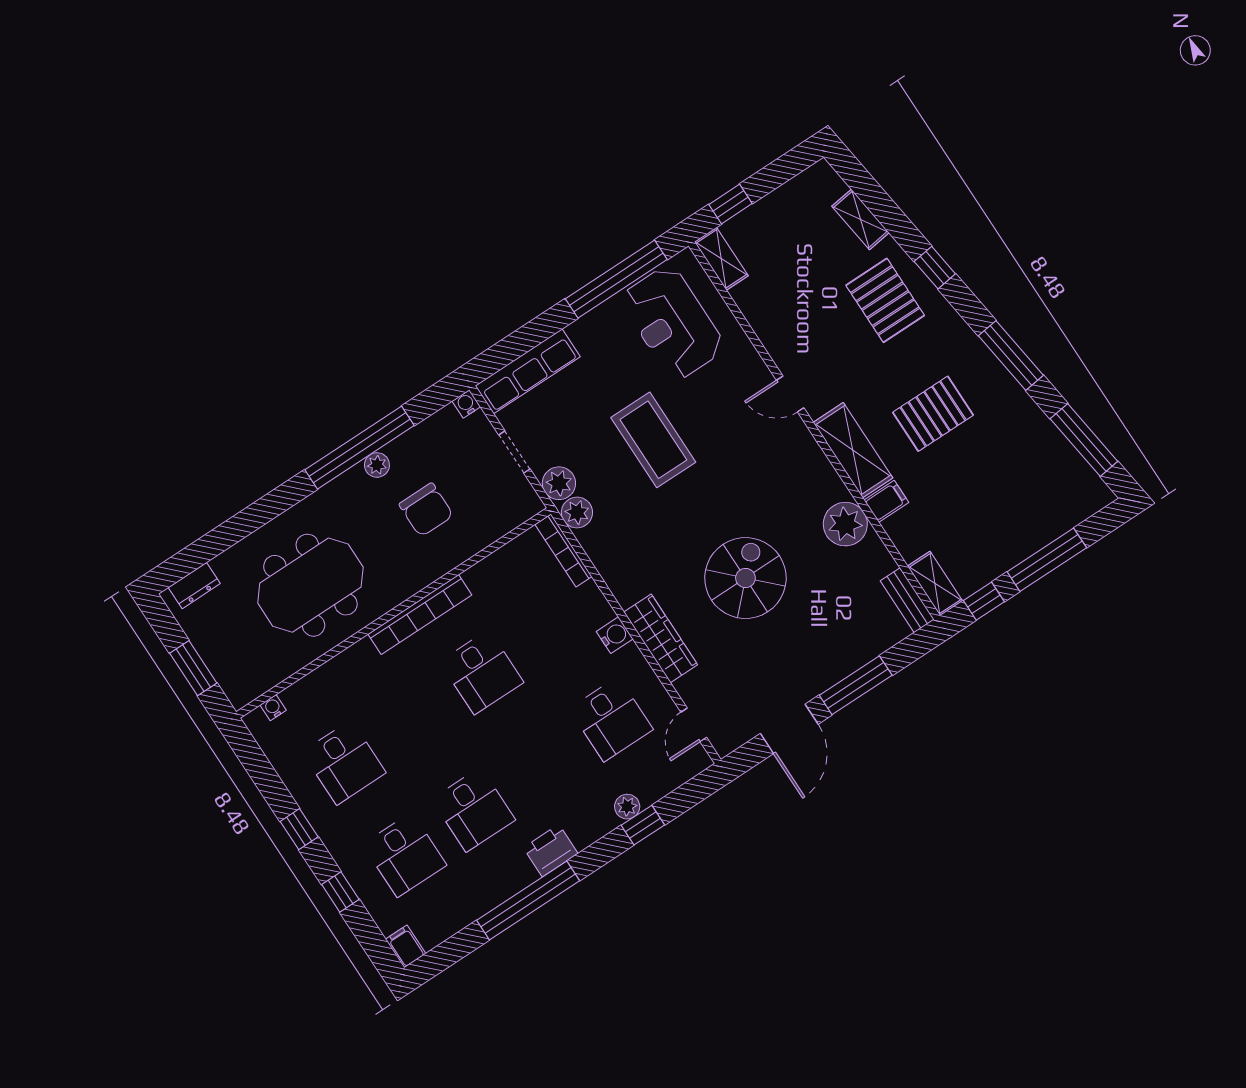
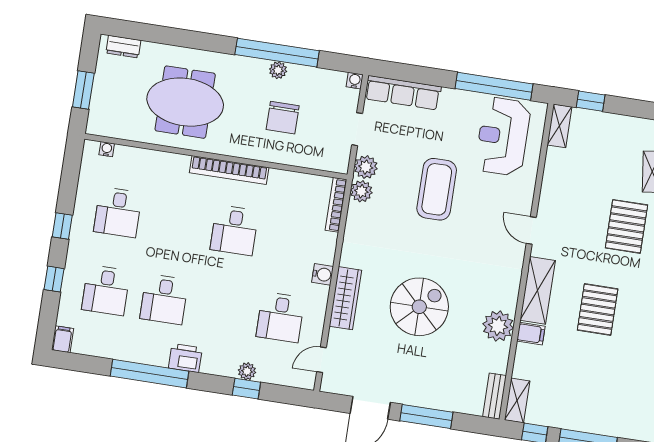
pallet: (933, 414) -> (598, 310), turned 90

